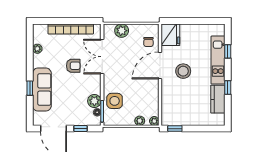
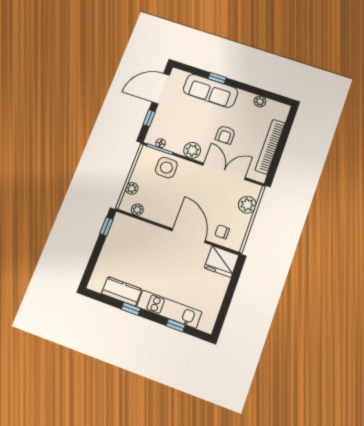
stool: (183, 71) -> (171, 261), removed
plant: (94, 101) -> (192, 150), moved
plant: (154, 121) -> (137, 210), moved

